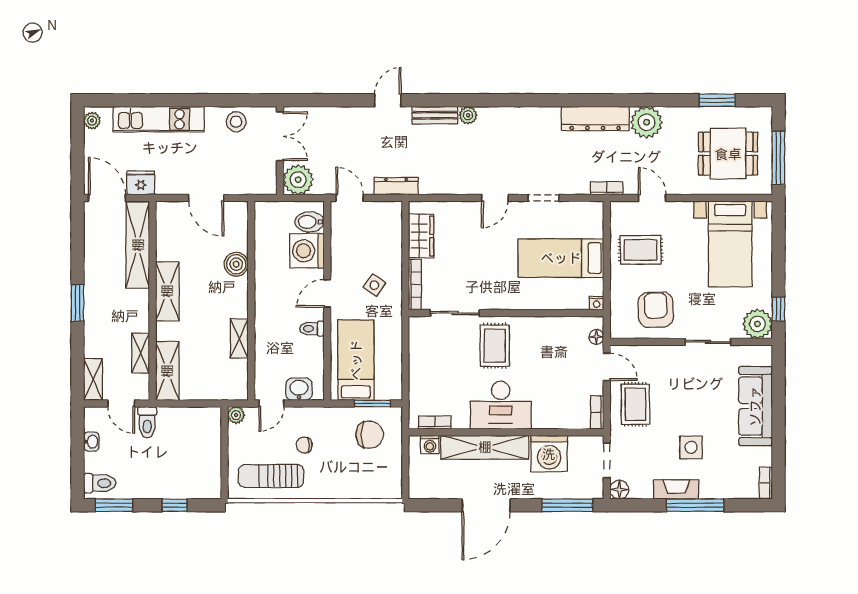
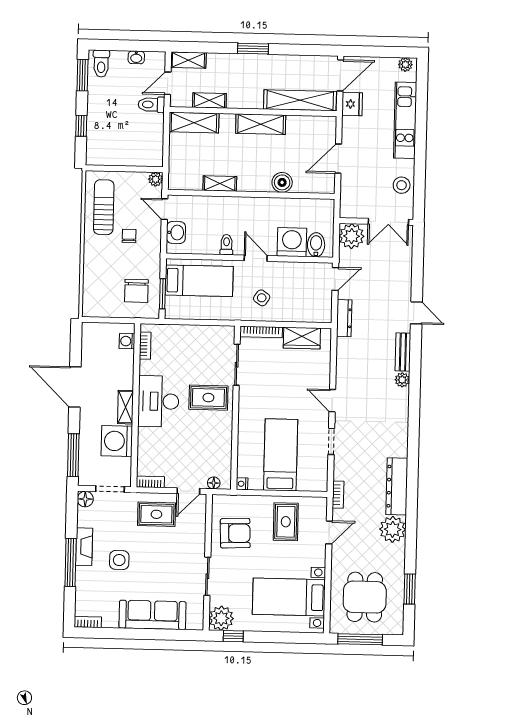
shelving: (485, 447) -> (125, 407), width x0.45, depth x0.75

